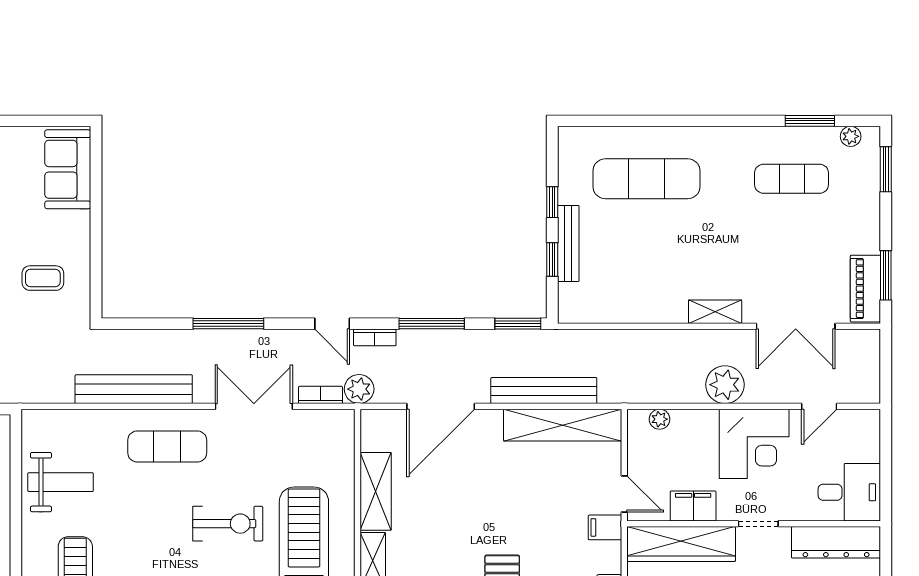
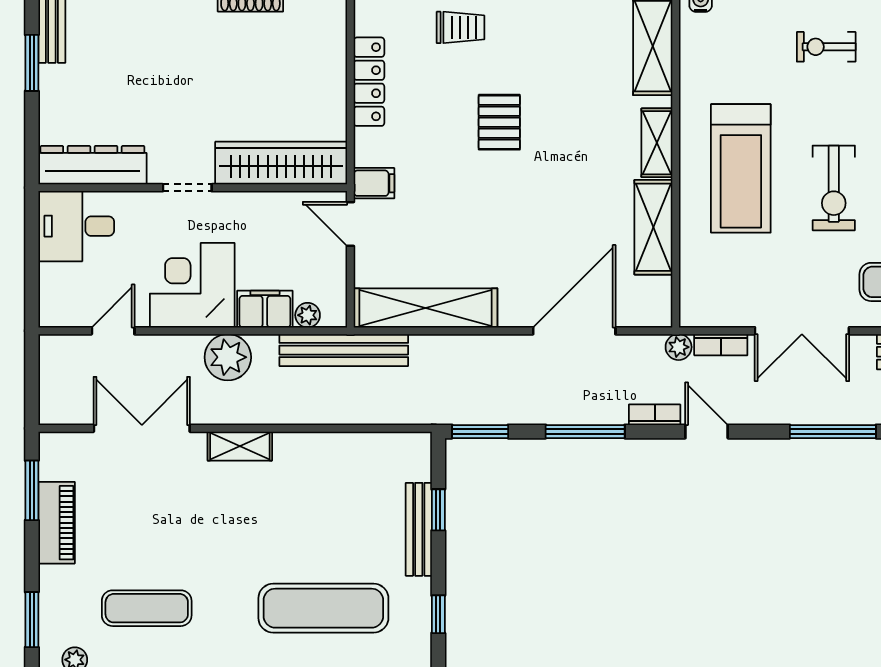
window: (552, 202) -> (438, 614), moved
piano: (865, 289) -> (57, 523), moved
plant: (359, 389) -> (679, 347), width x0.73, depth x0.73
bench: (544, 391) -> (344, 350), moved
filing cabinet: (693, 506) -> (265, 309), moved, turned 180
exercise bike: (228, 524) -> (834, 188), turned -90

